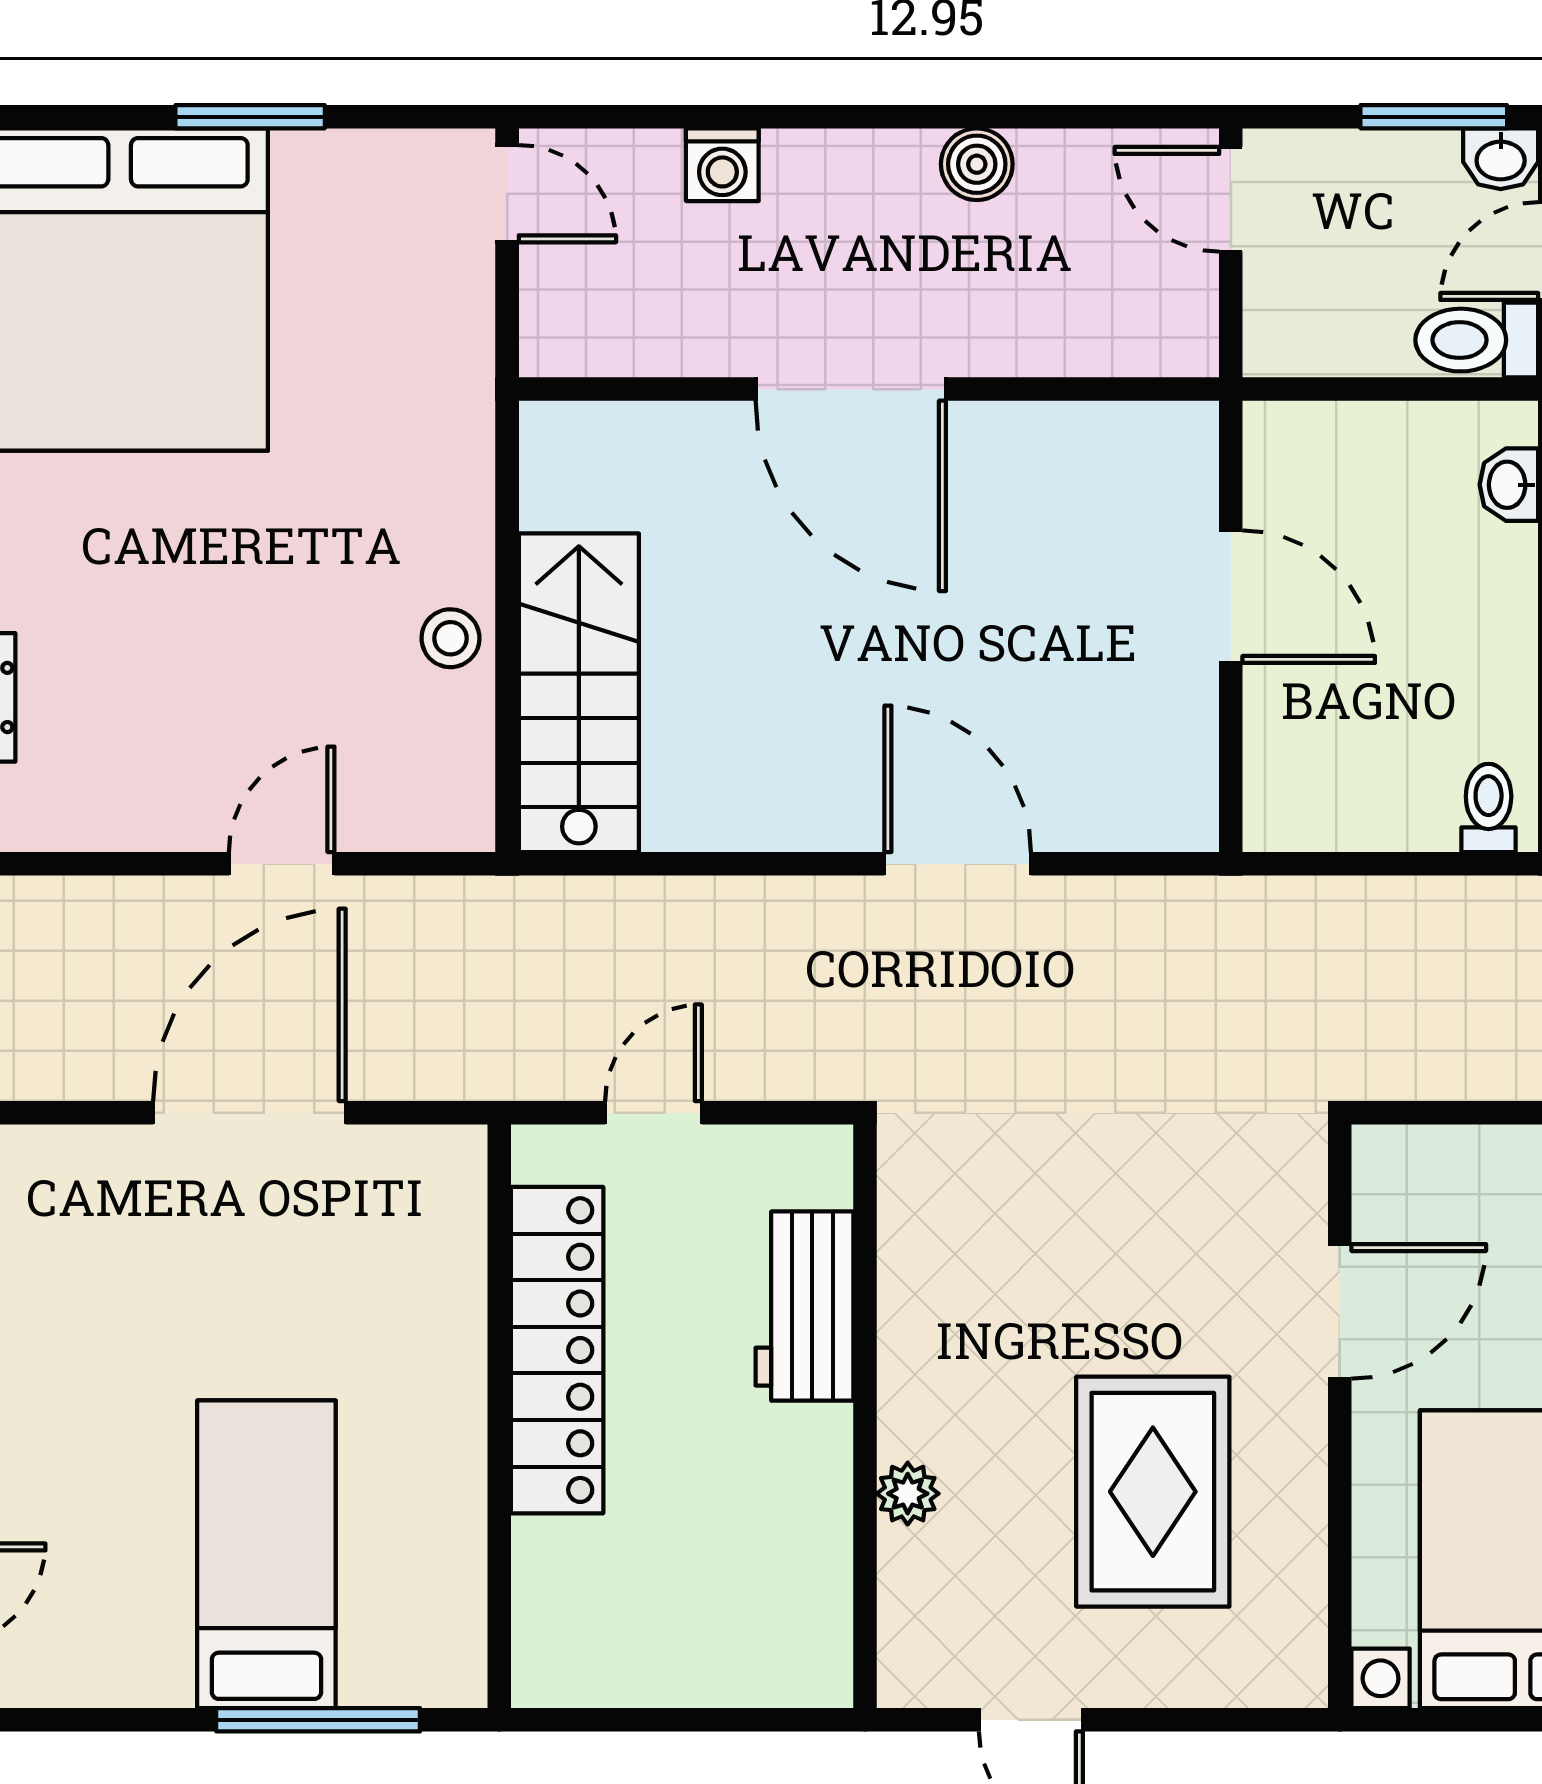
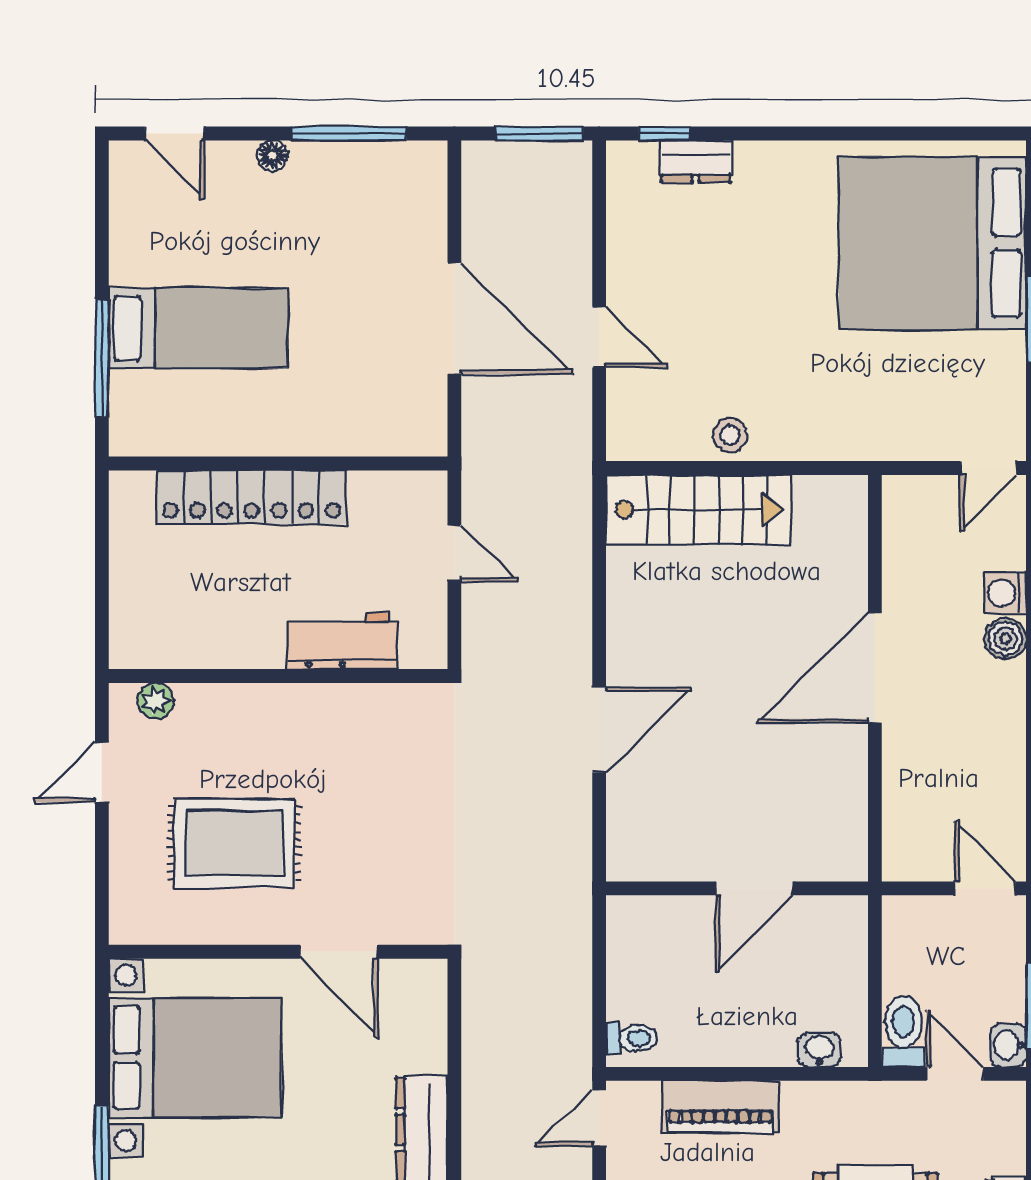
boiler: (977, 164) -> (1005, 639), moved
door: (1231, 199) -> (985, 888), hinge flipped
locker: (557, 1350) -> (252, 497), moved
plant: (908, 1494) -> (156, 701), moved

